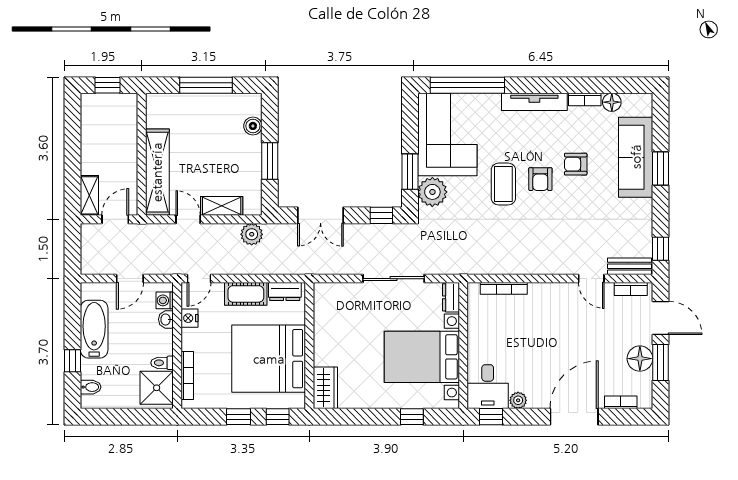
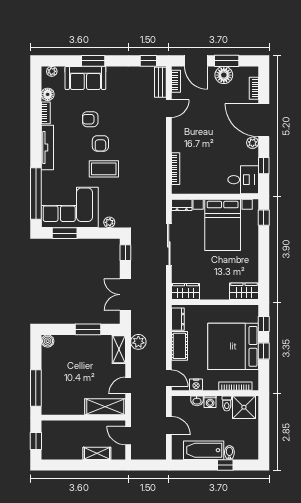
window: (206, 85) -> (36, 388), moved
plant: (645, 108) -> (52, 71), added
boiler: (253, 126) -> (48, 341), moved
sofa: (636, 157) -> (85, 78), width x0.73
armchair: (576, 164) -> (90, 119), turned 90
shelving: (157, 172) -> (105, 407), width x0.68
window: (410, 172) -> (65, 233), moved
armchair: (540, 179) -> (100, 143), turned 90
plant: (432, 192) -> (109, 222), width x0.53, depth x0.53
shelving: (89, 195) -> (97, 453), moved
shelving: (222, 206) -> (119, 349), moved
double door: (320, 215) -> (125, 295), swing flipped
washing machine: (165, 300) -> (210, 402), moved
wardrobe: (325, 303) -> (185, 291), added
door: (661, 318) -> (196, 61), swing flipped
bed: (269, 359) -> (233, 346), moved, turned 90
bidet: (91, 387) -> (229, 453), moved
plant: (518, 400) -> (253, 143), moved
window: (412, 417) -> (264, 218), moved
window: (491, 417) -> (264, 166), moved

